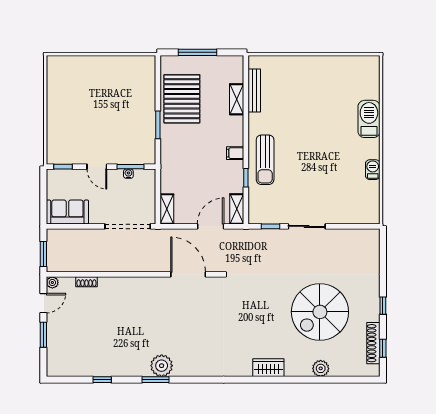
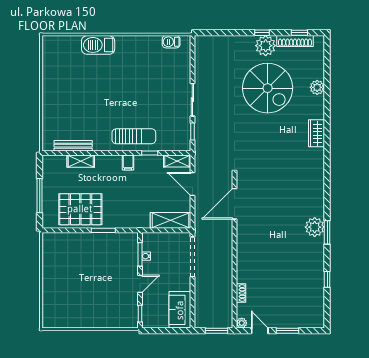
barbecue: (373, 170) -> (171, 42), moved
shelving: (167, 209) -> (170, 220), width x1.50, depth x1.33
plant: (368, 310) -> (266, 46), added

